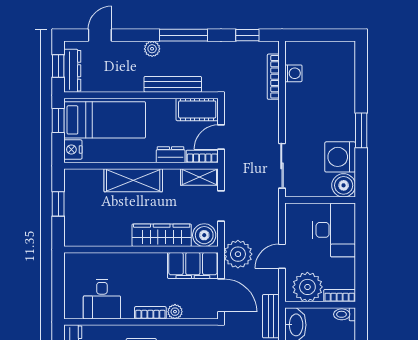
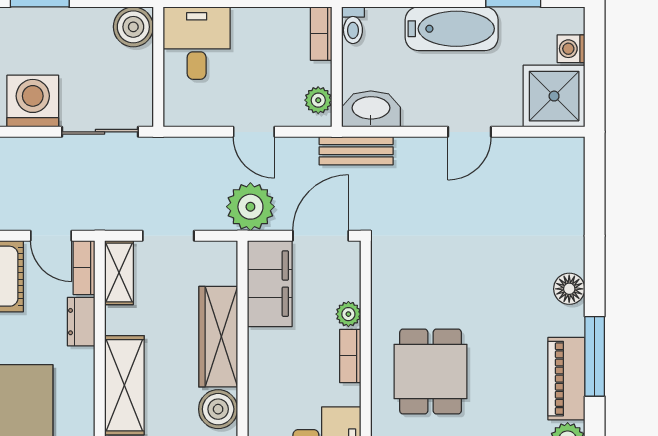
washing machine: (340, 157) -> (33, 101), moved, turned 180
desk: (334, 230) -> (197, 43), width x0.73
boiler: (204, 235) -> (218, 409), moved
plant: (307, 287) -> (318, 100), width x0.53, depth x0.53

